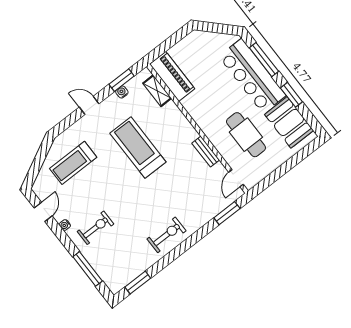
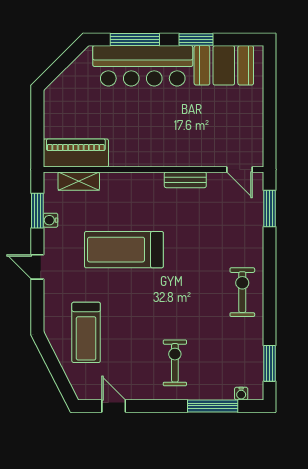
door: (89, 105) -> (37, 267), hinge flipped
cafe table: (246, 135) -> (201, 122), removed
water cooler: (65, 225) -> (241, 394), moved

